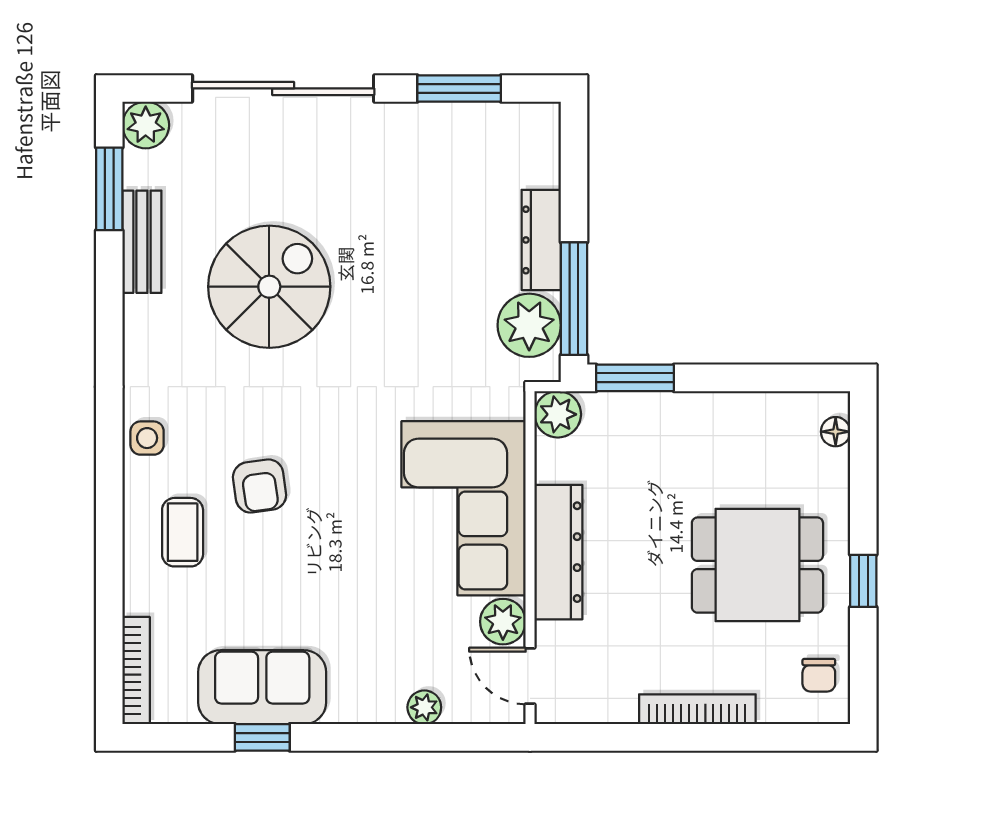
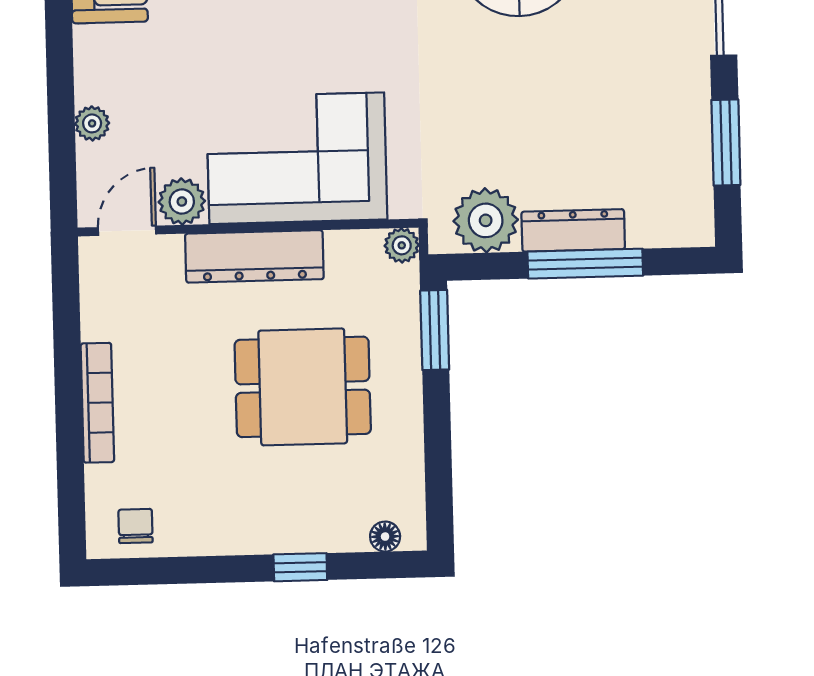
window: (574, 299) -> (585, 264), moved
plant: (558, 414) -> (402, 245), width x0.73, depth x0.73
dining table: (757, 565) -> (303, 387), moved, turned 90
window: (863, 581) -> (300, 567), moved
chair: (819, 675) -> (136, 526), turned 90

